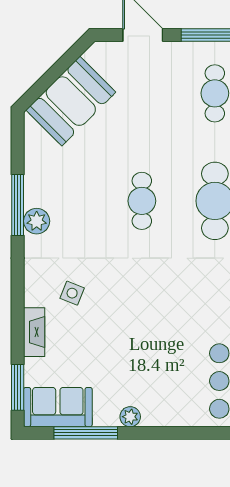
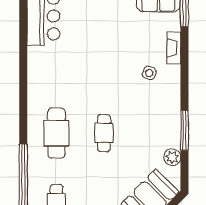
plant: (37, 221) -> (172, 157), moved

